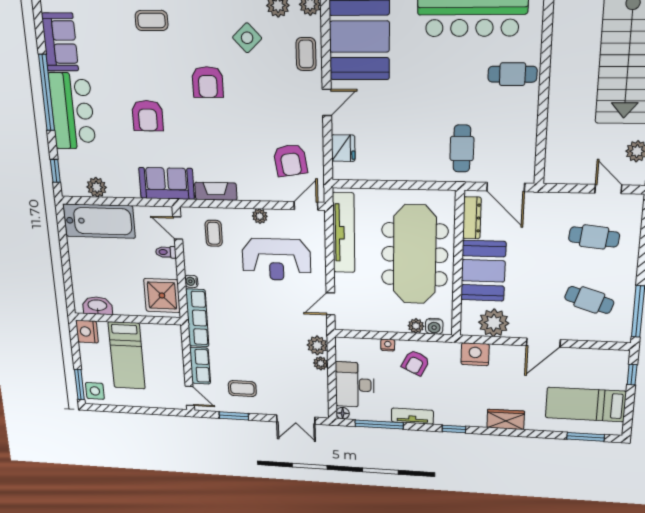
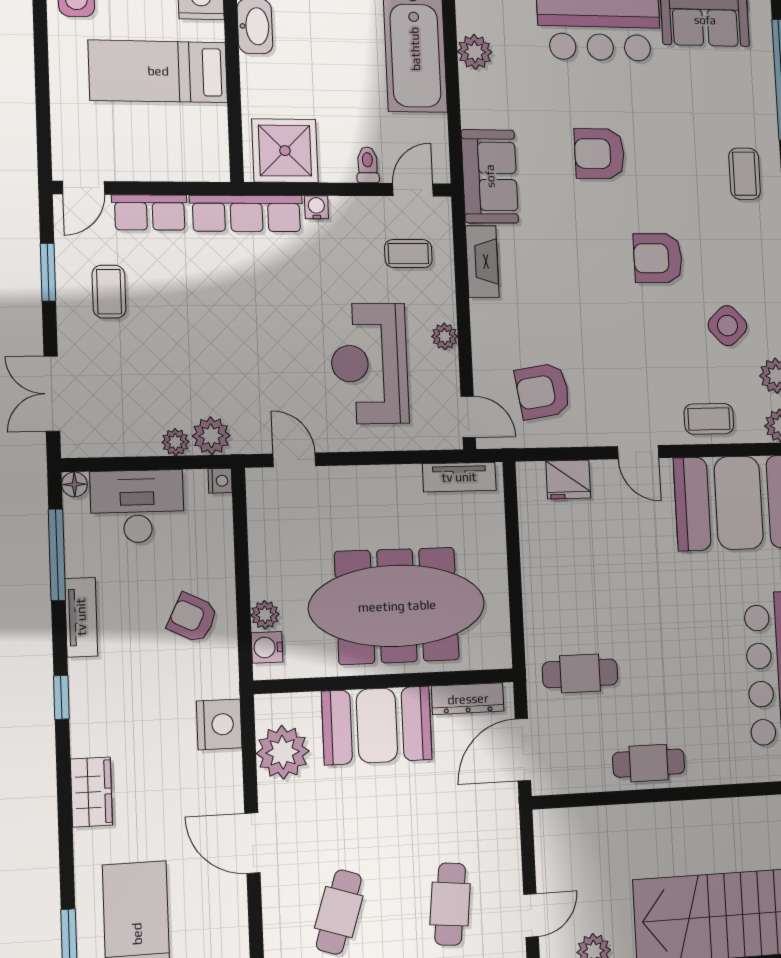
cafe table: (512, 74) -> (649, 763), moved, turned 90
tv unit: (344, 233) -> (459, 477), width x0.52, depth x0.78
nightstand: (388, 345) -> (220, 481), moved

